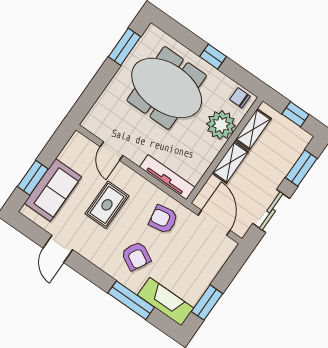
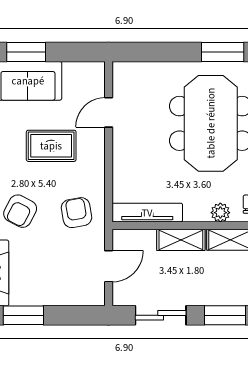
plant: (221, 125) -> (220, 213), width x0.53, depth x0.53
tv unit: (167, 177) -> (147, 213), moved, turned -90
door: (214, 223) -> (109, 266), width x0.73

